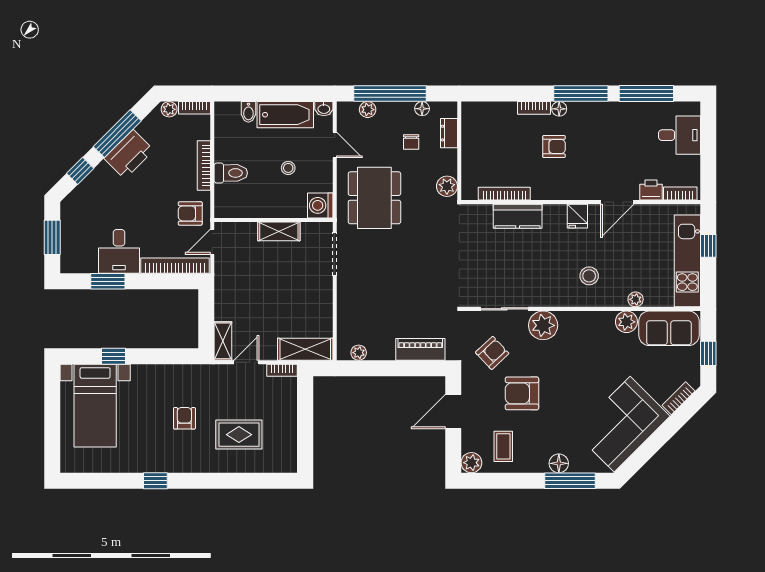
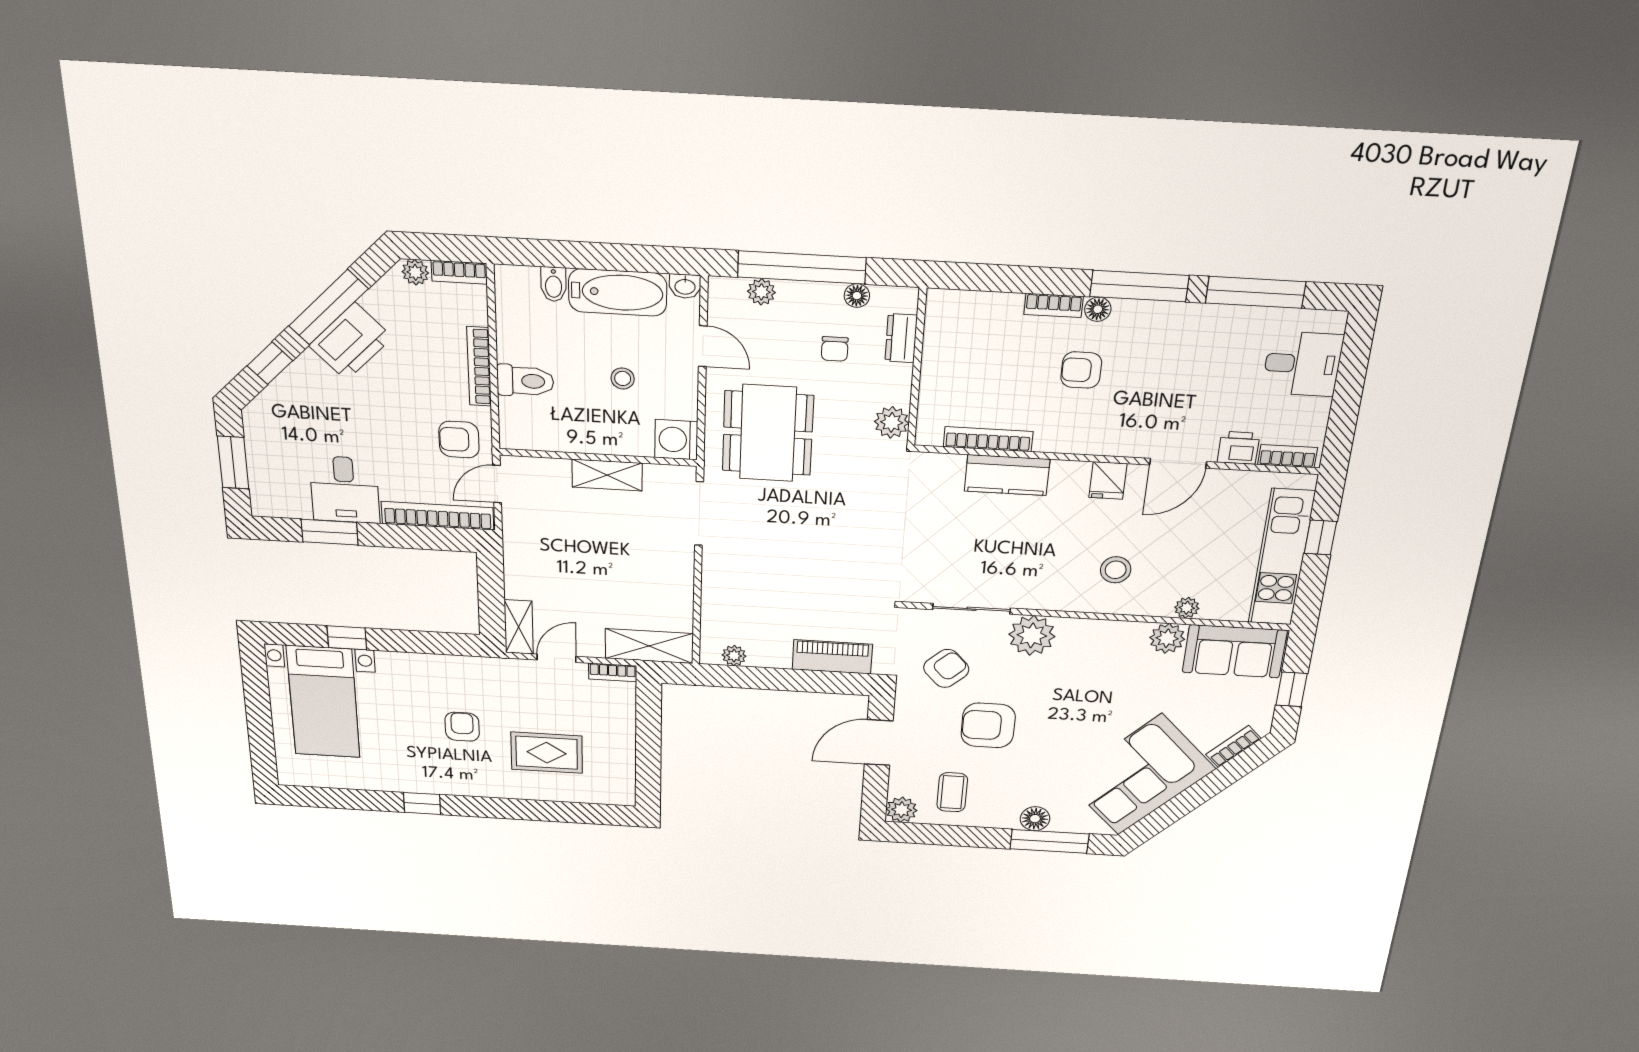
armchair: (554, 147) -> (1081, 370), turned 180

